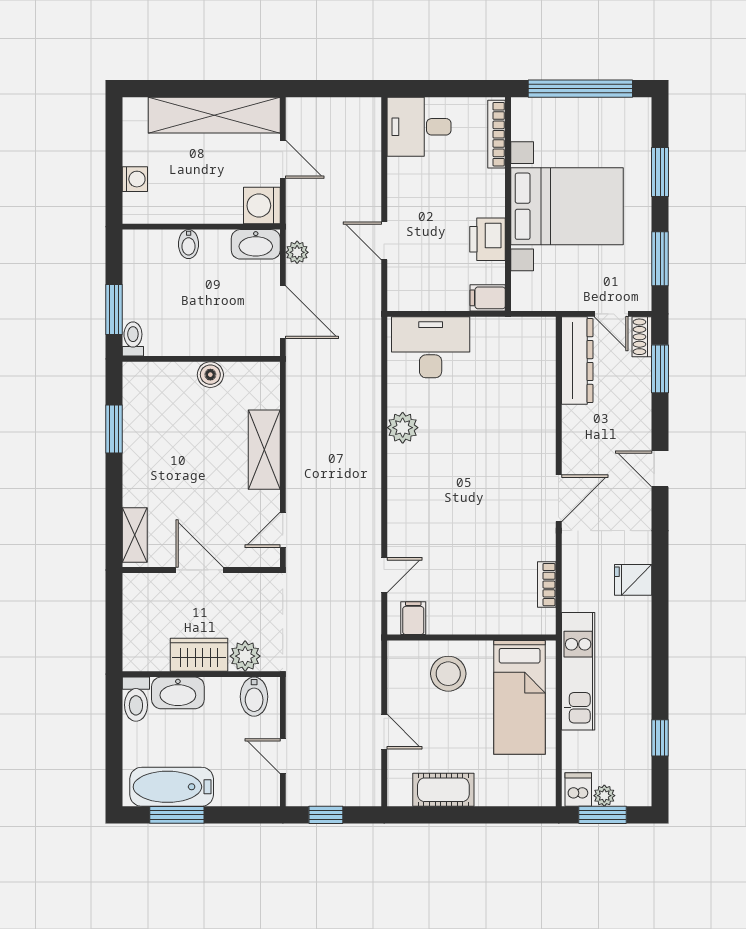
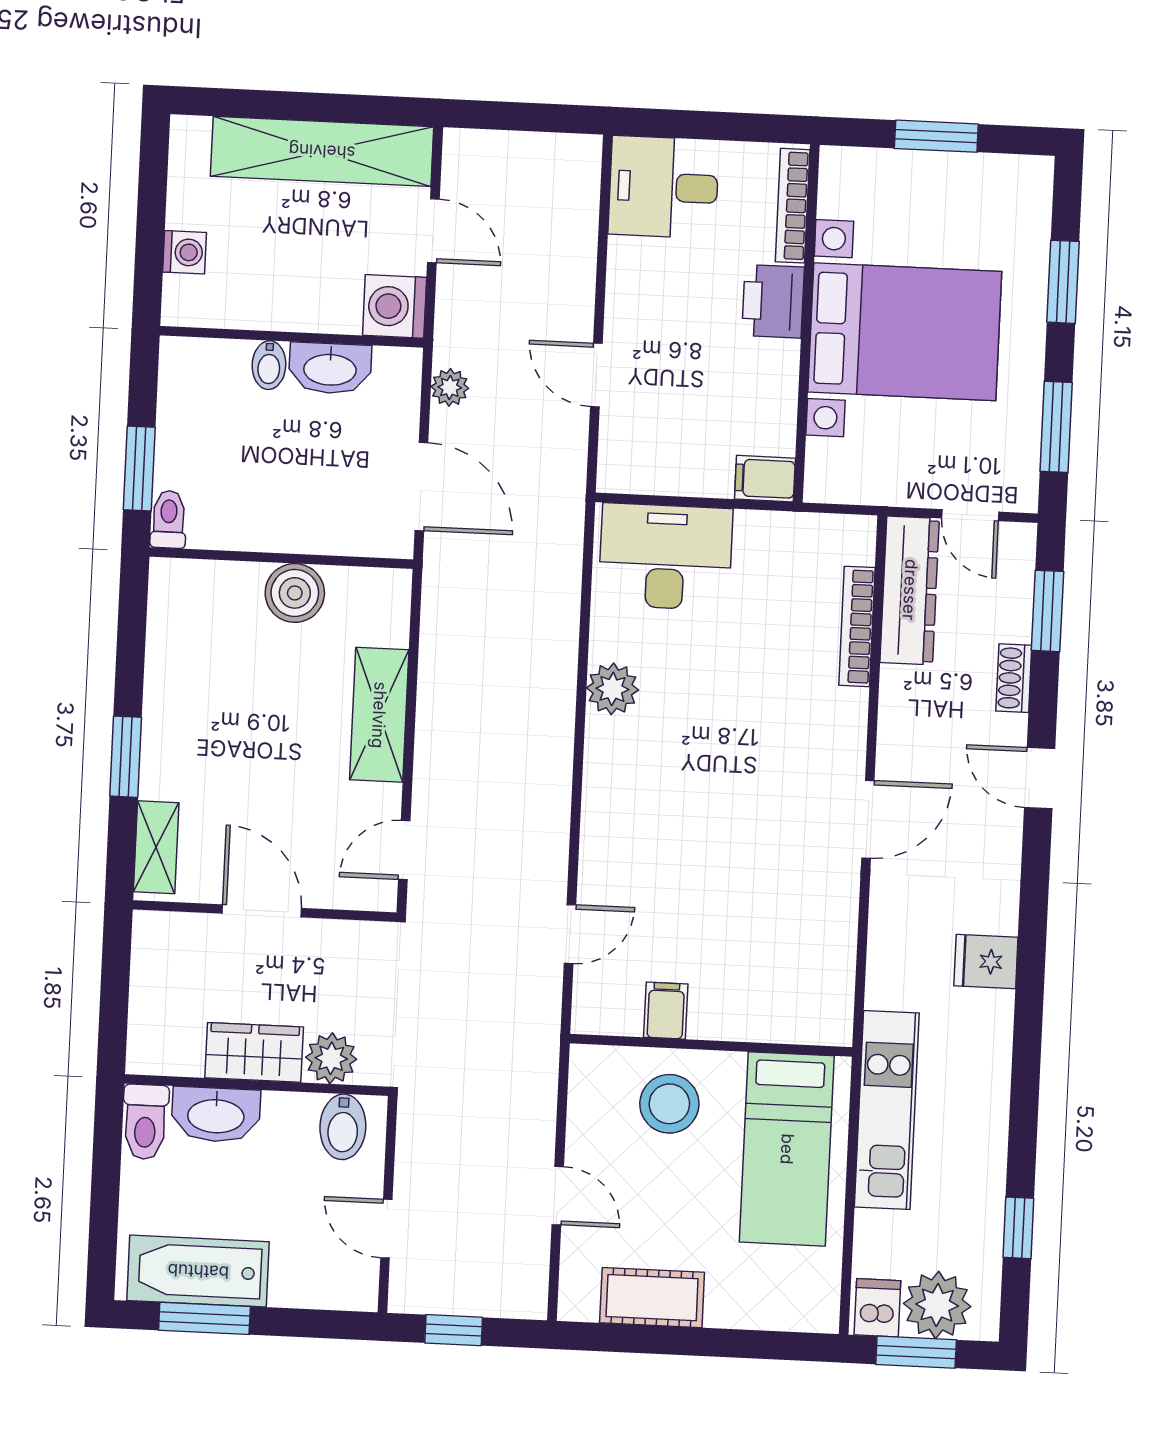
window: (580, 89) -> (936, 136), width x0.47
printer: (488, 239) -> (773, 301), moved
washbasin: (256, 244) -> (330, 368), moved
shoe rack: (642, 337) -> (1014, 678), moved
boiler: (210, 375) -> (295, 593), width x1.36, depth x1.36
window: (114, 429) -> (126, 757), moved
bookcase: (547, 585) -> (857, 626), moved, width x1.56
filing cabinet: (413, 618) -> (666, 1011), moved
plant: (604, 796) -> (937, 1305), width x1.88, depth x1.88

